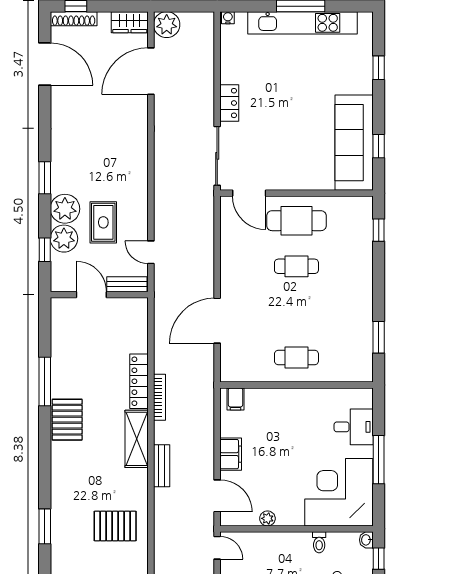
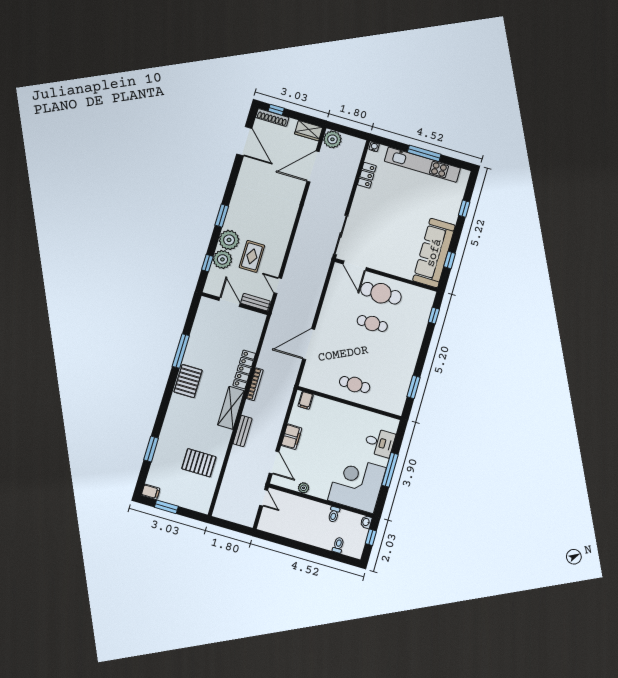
locker: (229, 103) -> (367, 175), moved

